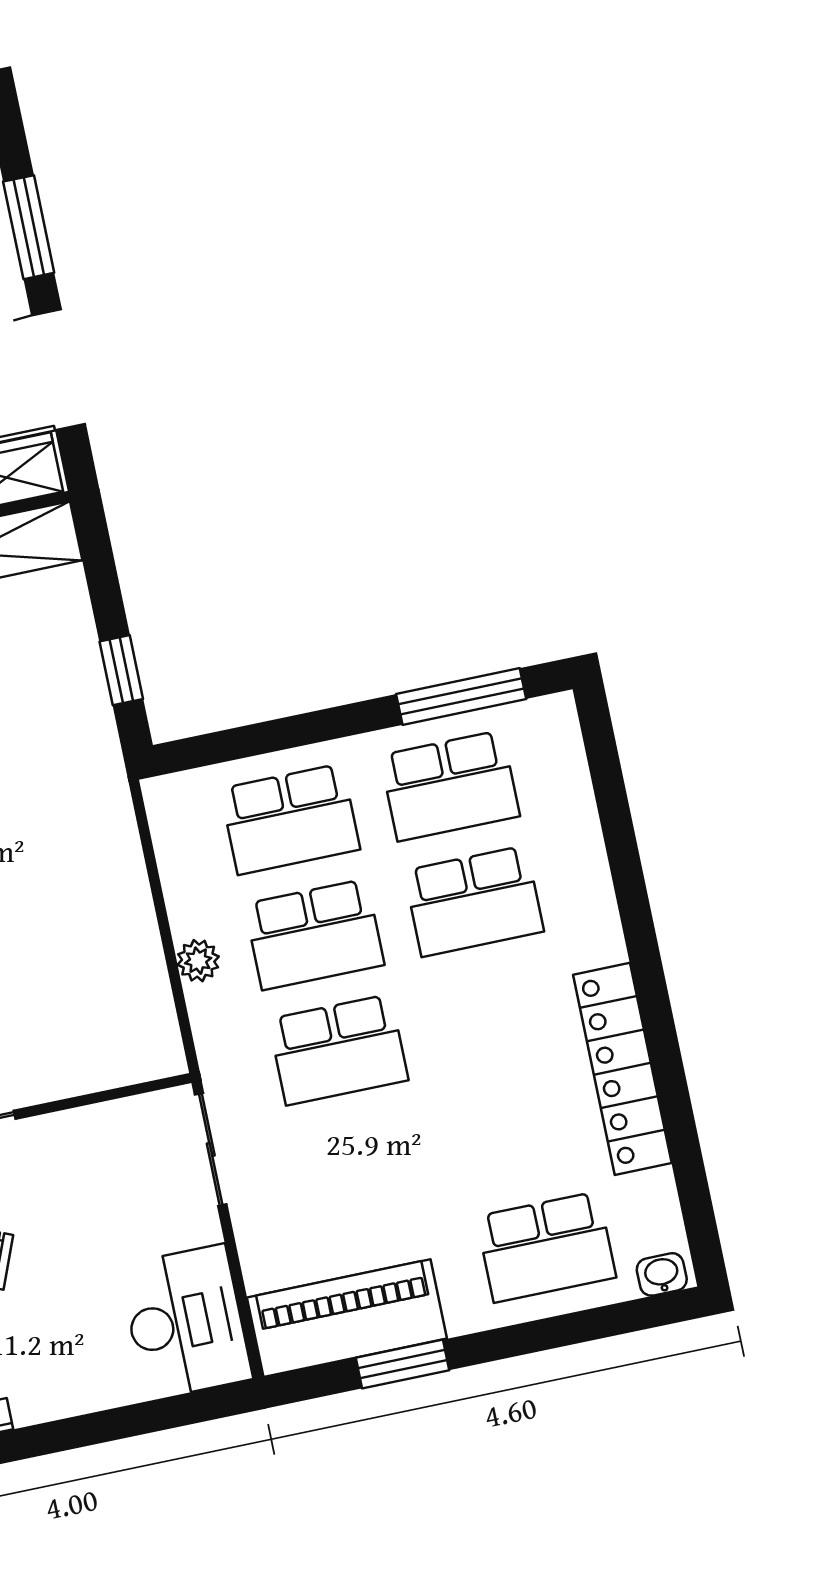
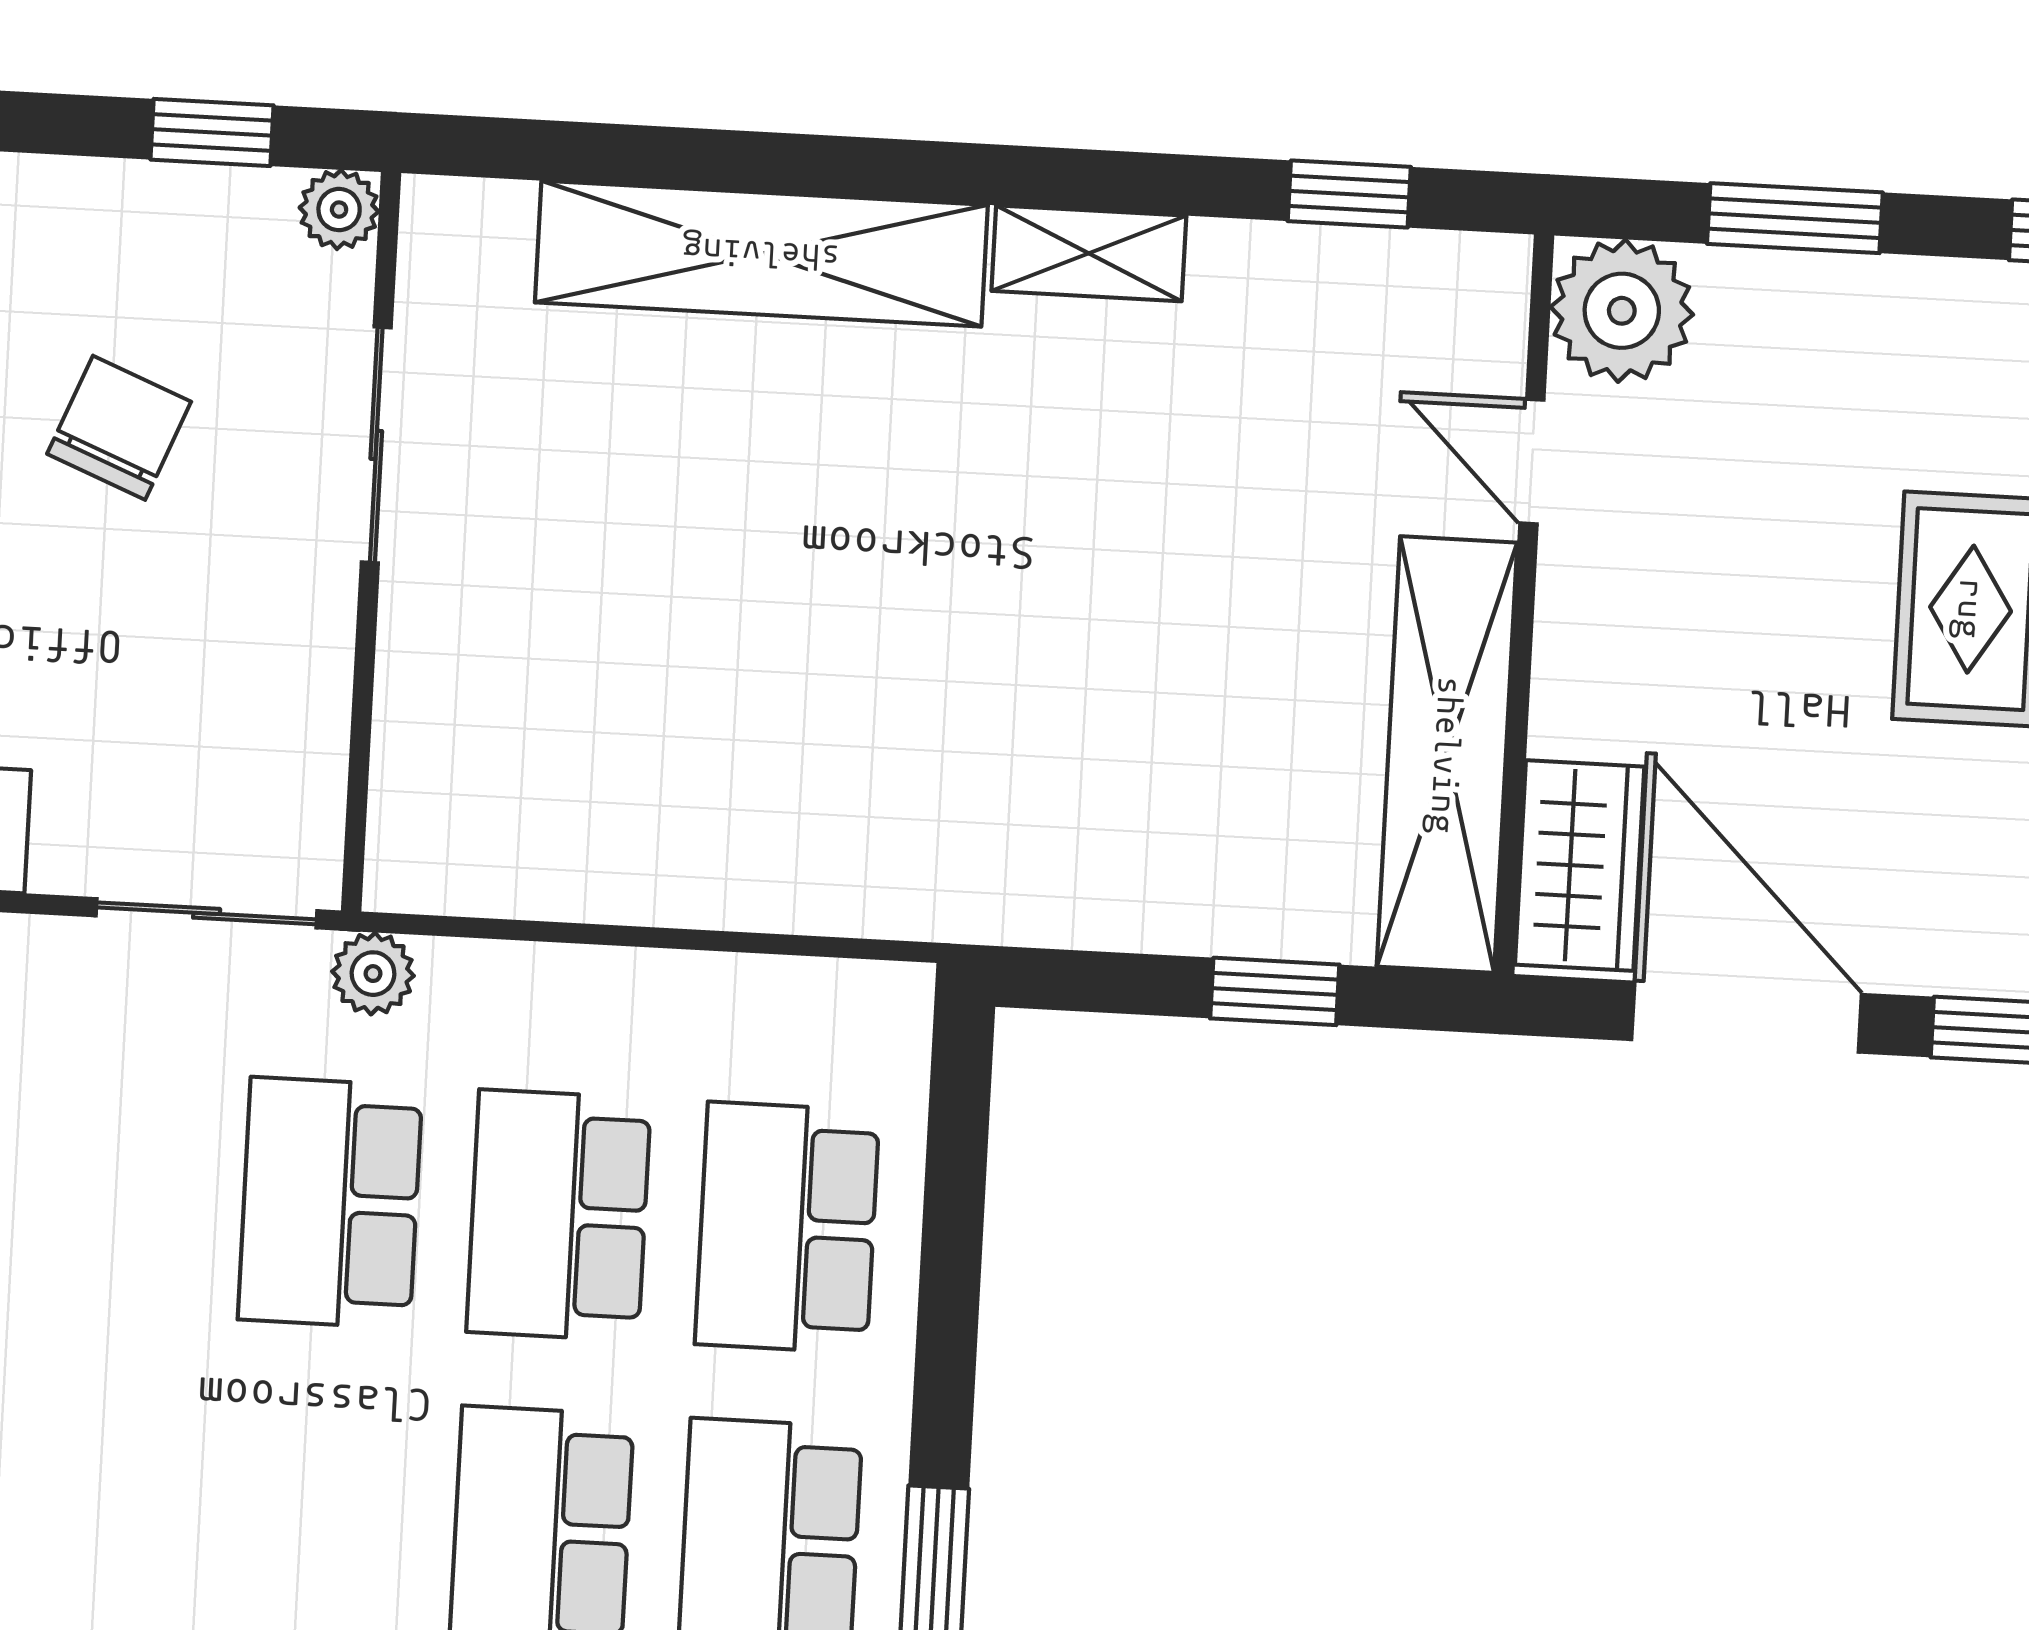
window: (121, 670) -> (1275, 991), moved
plant: (198, 961) -> (373, 974), moved

